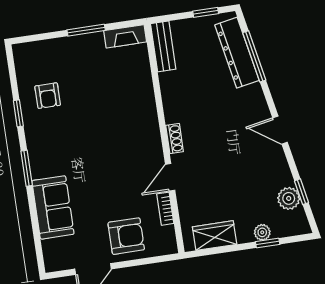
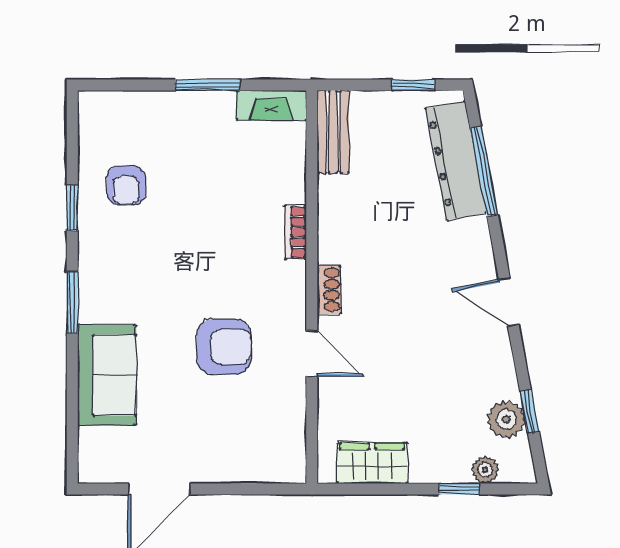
door: (170, 177) -> (312, 354), swing flipped
bookcase: (165, 209) -> (296, 232), moved
plant: (262, 232) -> (485, 470), moved
armchair: (126, 236) -> (224, 347), moved

